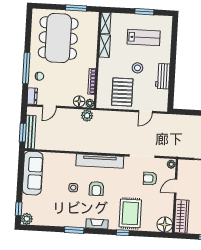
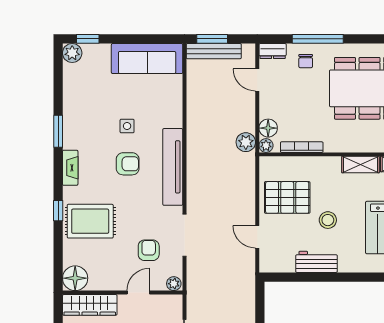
door: (176, 186) -> (138, 293), hinge flipped
armchair: (96, 189) -> (128, 164), turned 180

